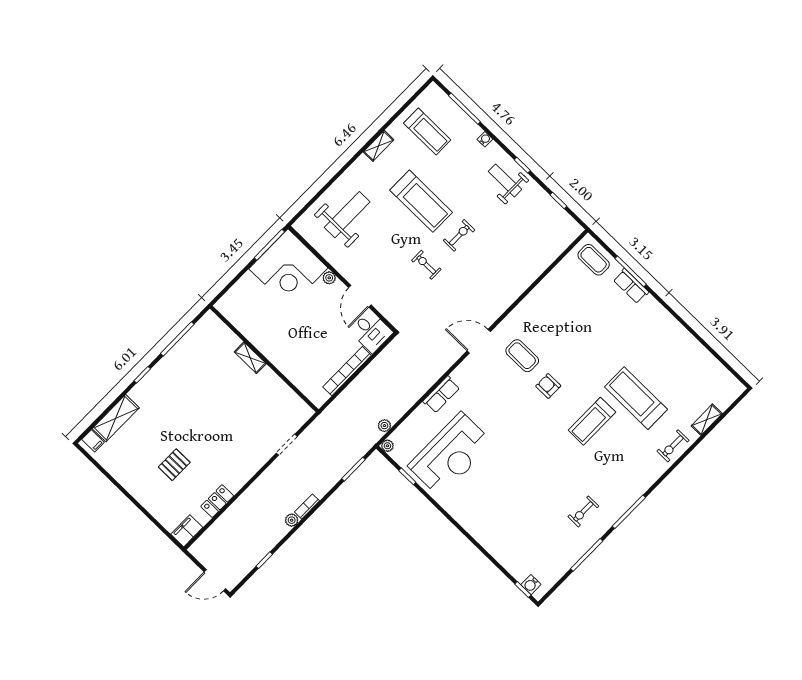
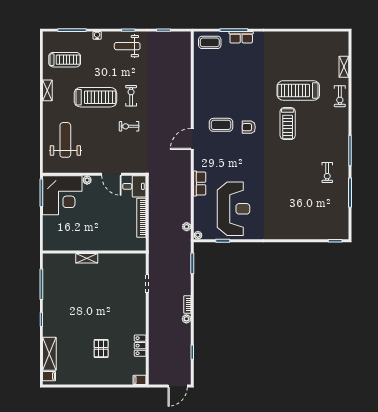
filing cabinet: (187, 531) -> (140, 380), width x0.50
water cooler: (531, 585) -> (337, 234), removed

